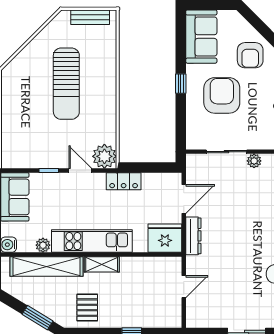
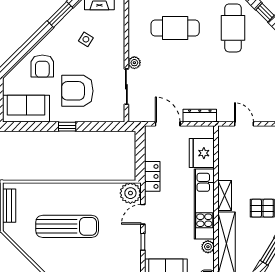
armchair: (250, 55) -> (42, 66), turned 90
fridge: (165, 238) -> (202, 153), moved

